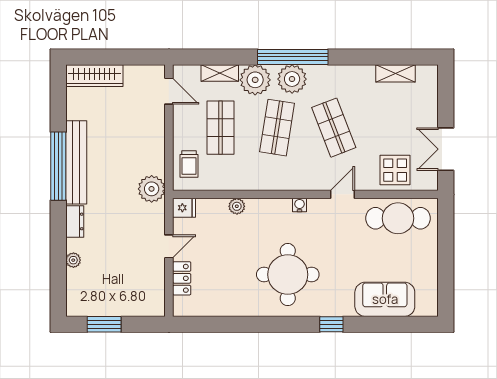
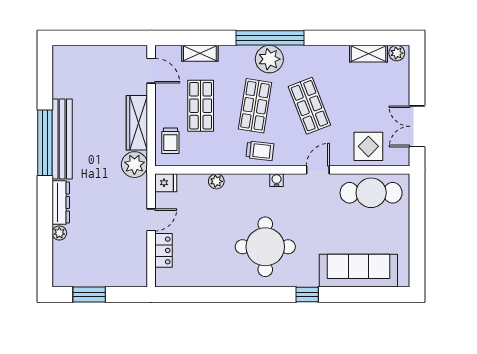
wardrobe: (94, 76) -> (137, 123), moved, turned 90
plant: (255, 80) -> (397, 53), moved, width x0.53, depth x0.53
trolley: (282, 175) -> (260, 151), added
dresser: (75, 221) -> (61, 203), width x1.44
sofa: (385, 299) -> (358, 271), width x1.36

